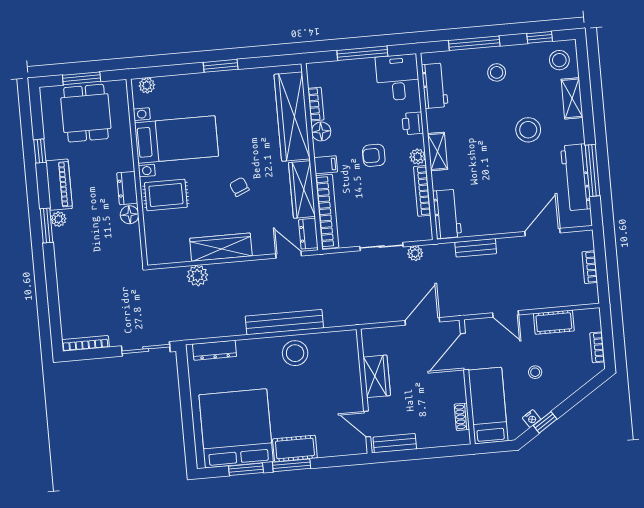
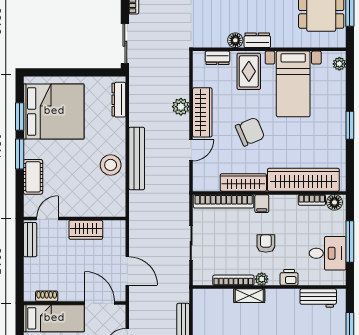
desk: (398, 77) -> (328, 253), moved
floor lamp: (321, 131) -> (335, 202), moved
shelving: (438, 151) -> (249, 296), moved
chair: (239, 187) -> (250, 132), width x1.87, depth x1.87
workbench: (447, 214) -> (213, 299), removed
dresser: (308, 234) -> (218, 58), moved, turned 180
plant: (415, 253) -> (183, 270), removed
door: (289, 255) -> (191, 150), moved
plant: (197, 276) -> (181, 107), moved
cot: (295, 448) -> (33, 177), moved

